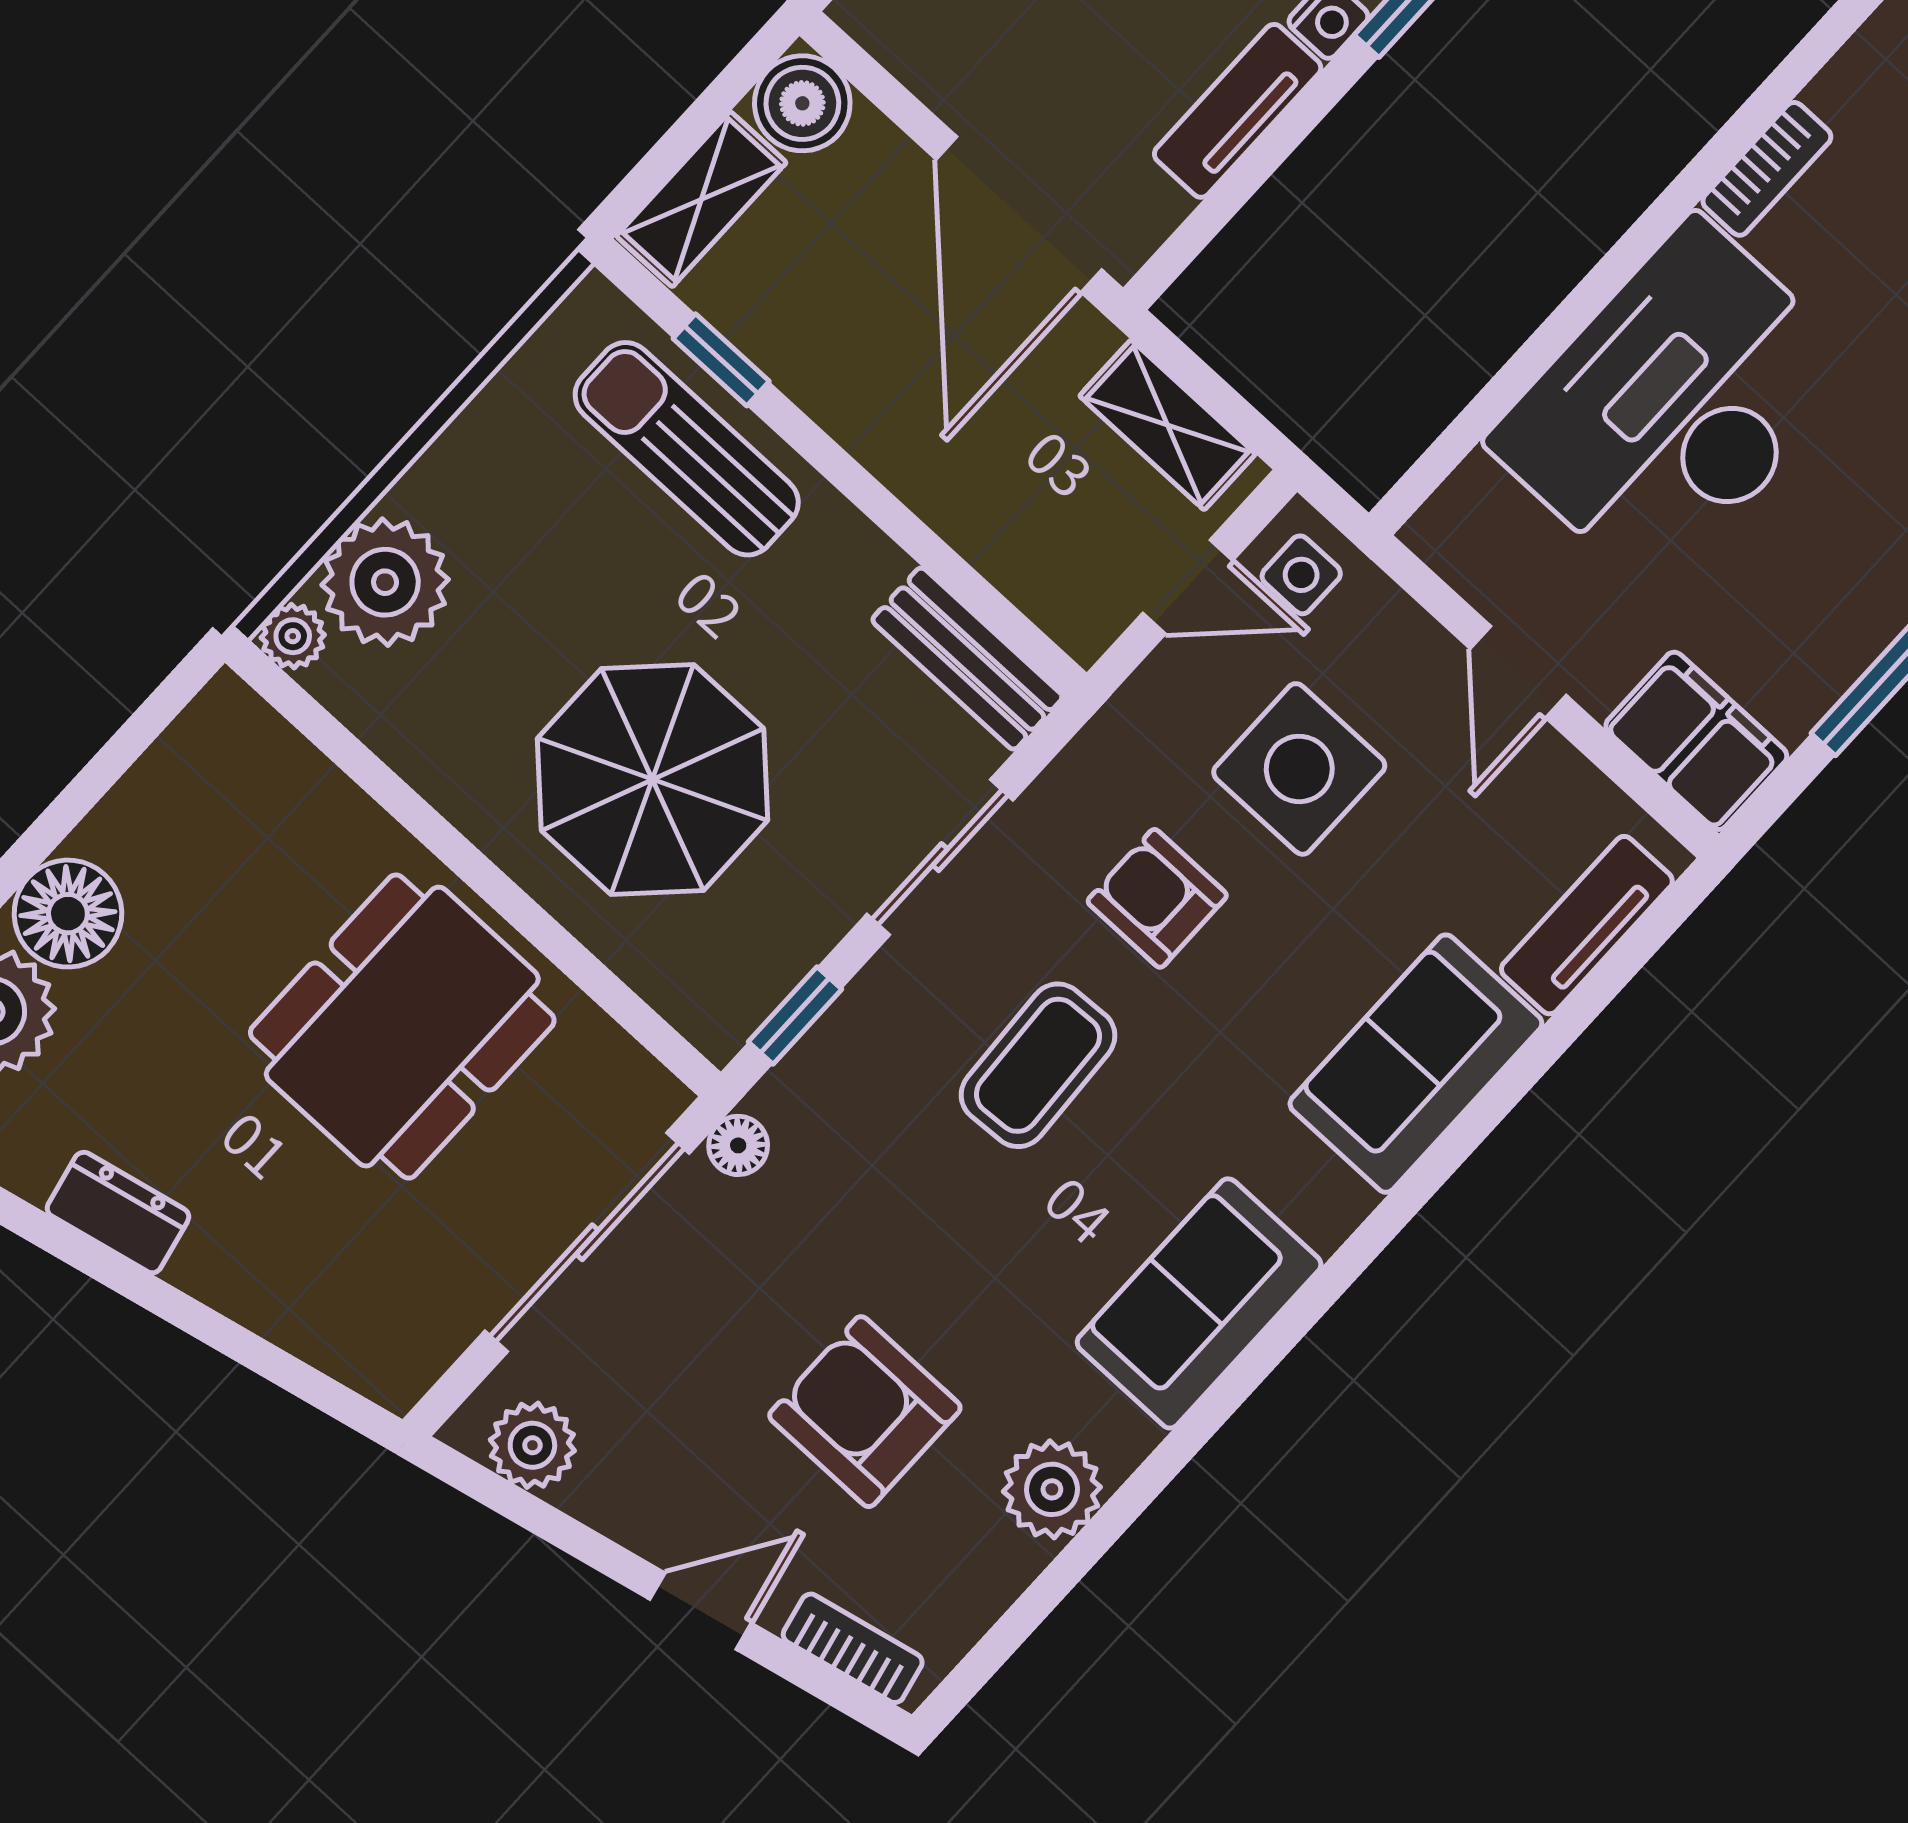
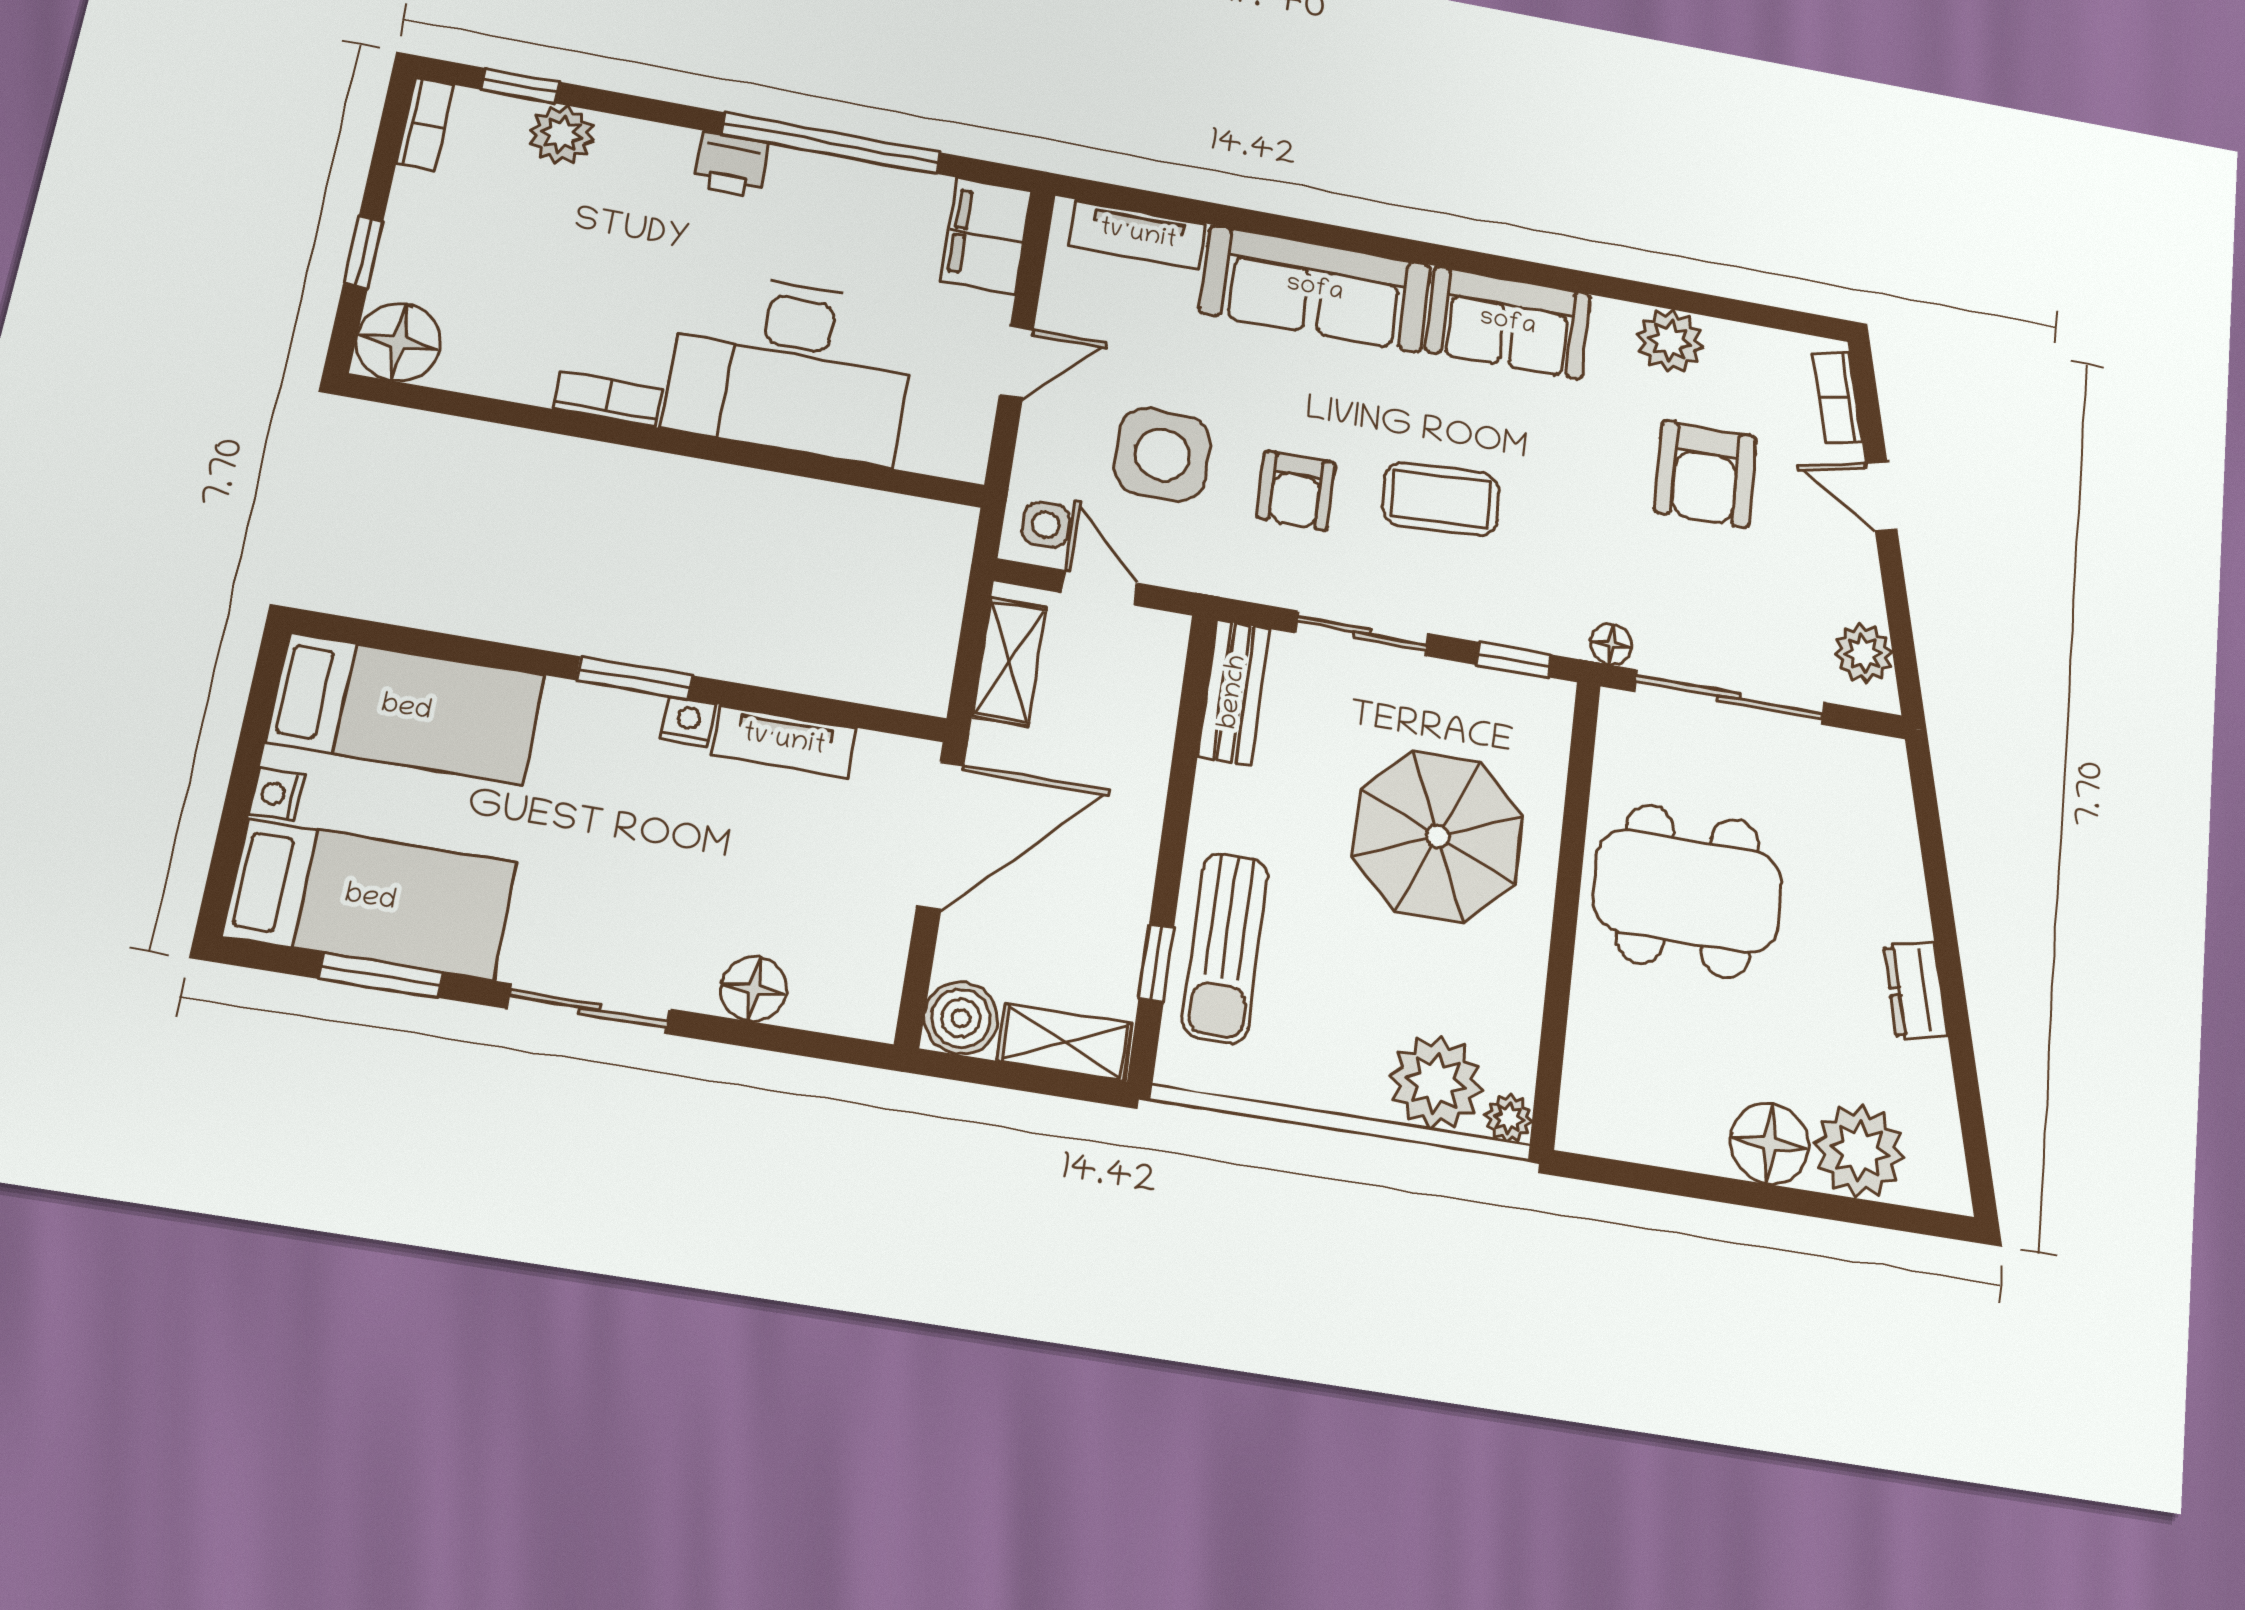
sofa: (1416, 1064) -> (1315, 289), width x1.36

